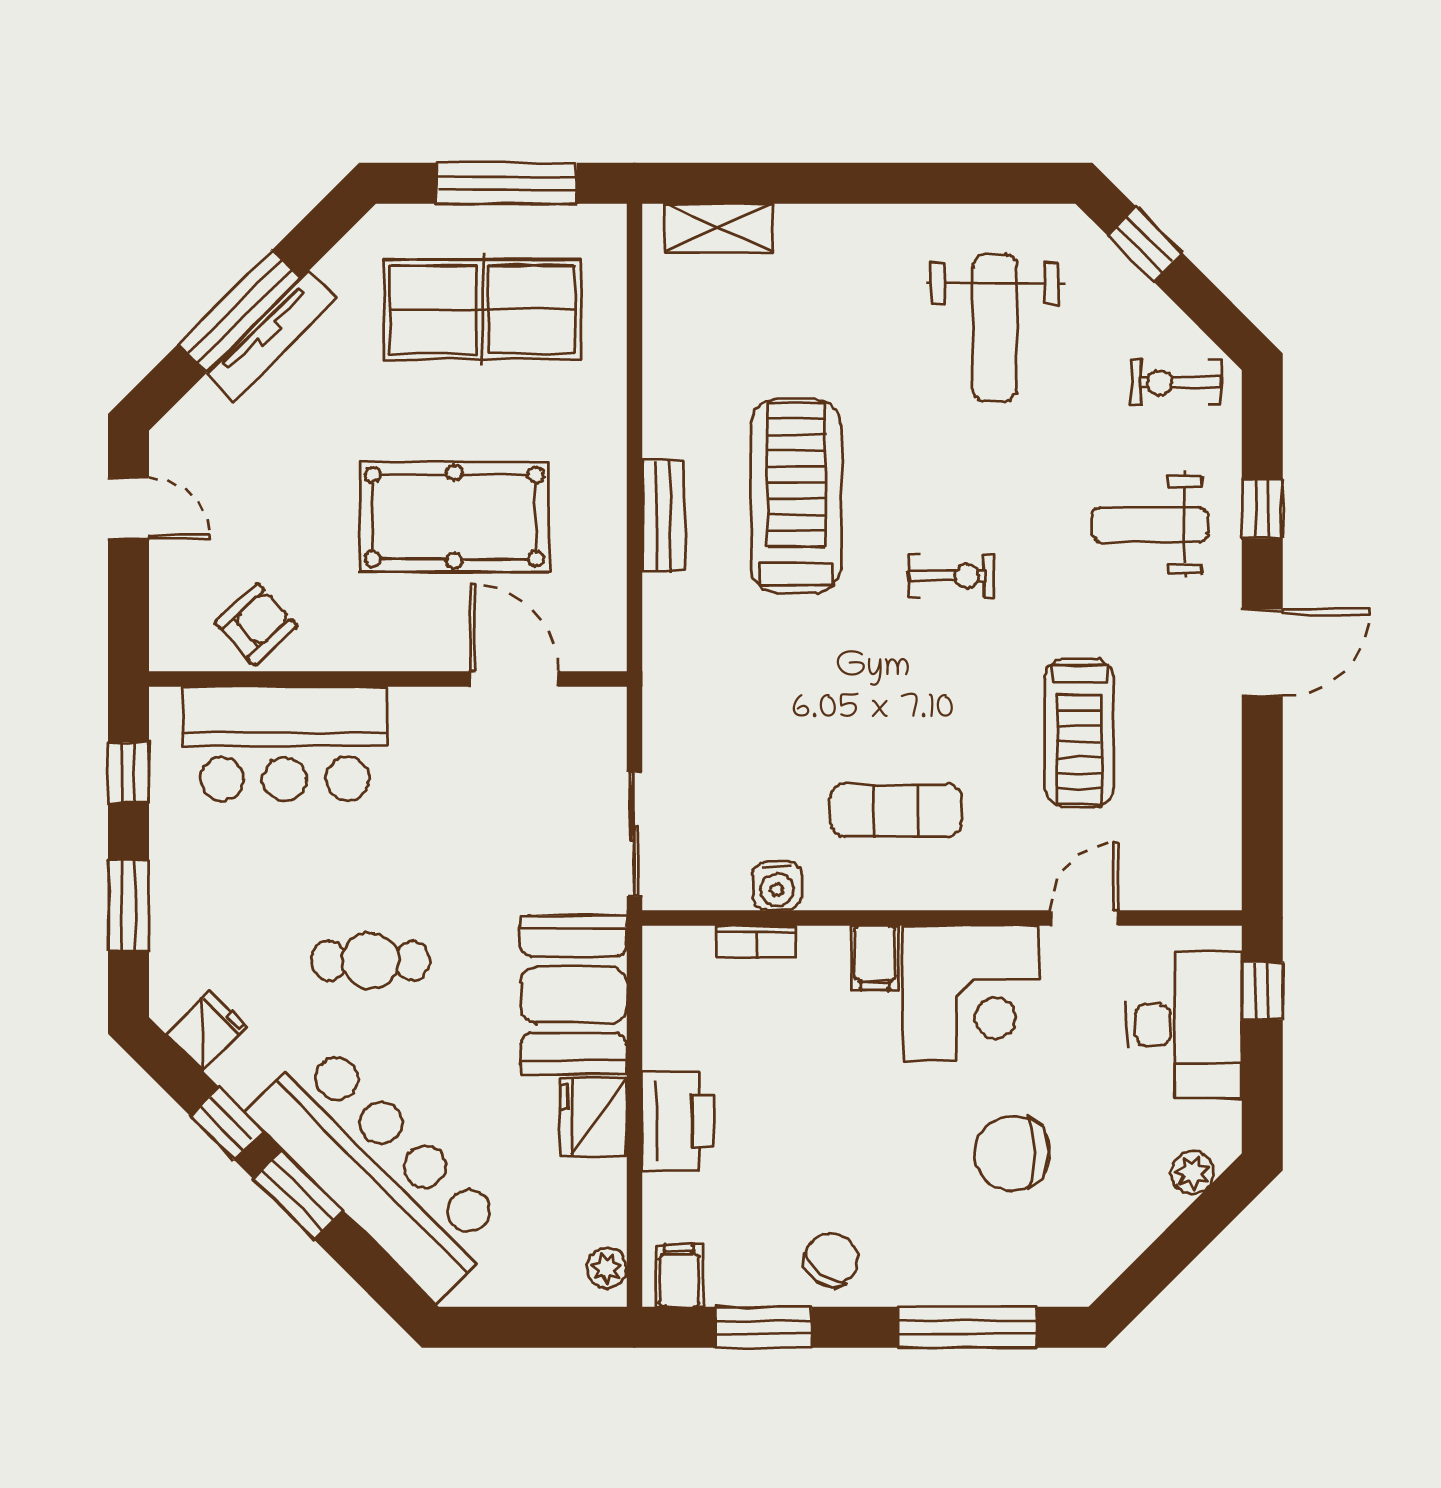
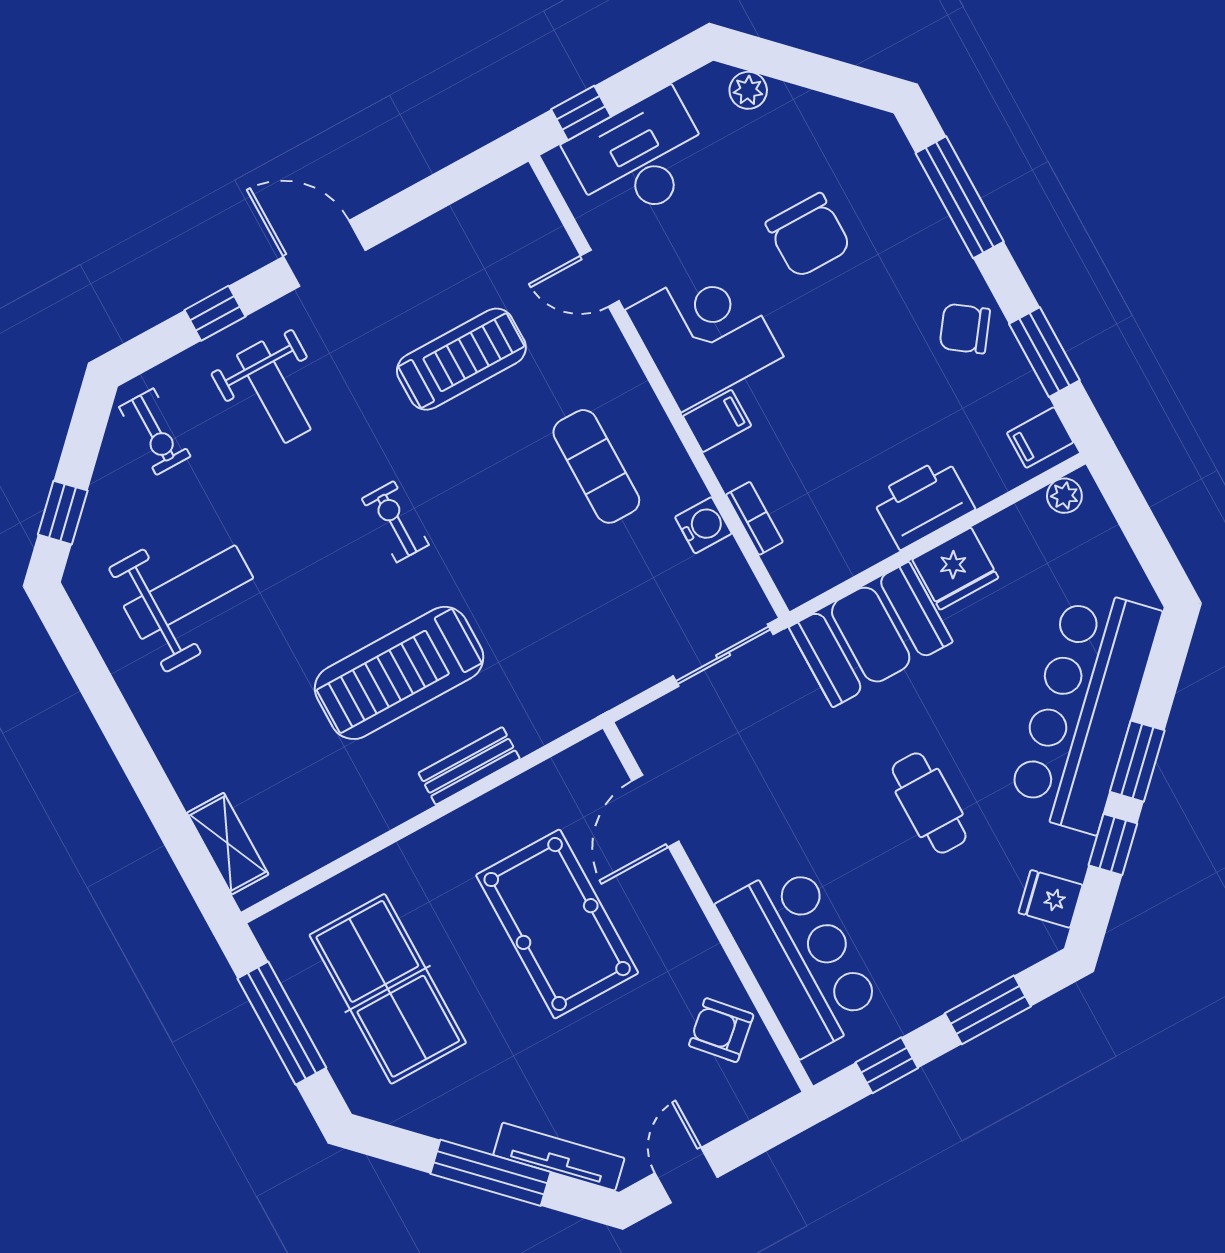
tv unit: (272, 336) -> (559, 1157), moved

